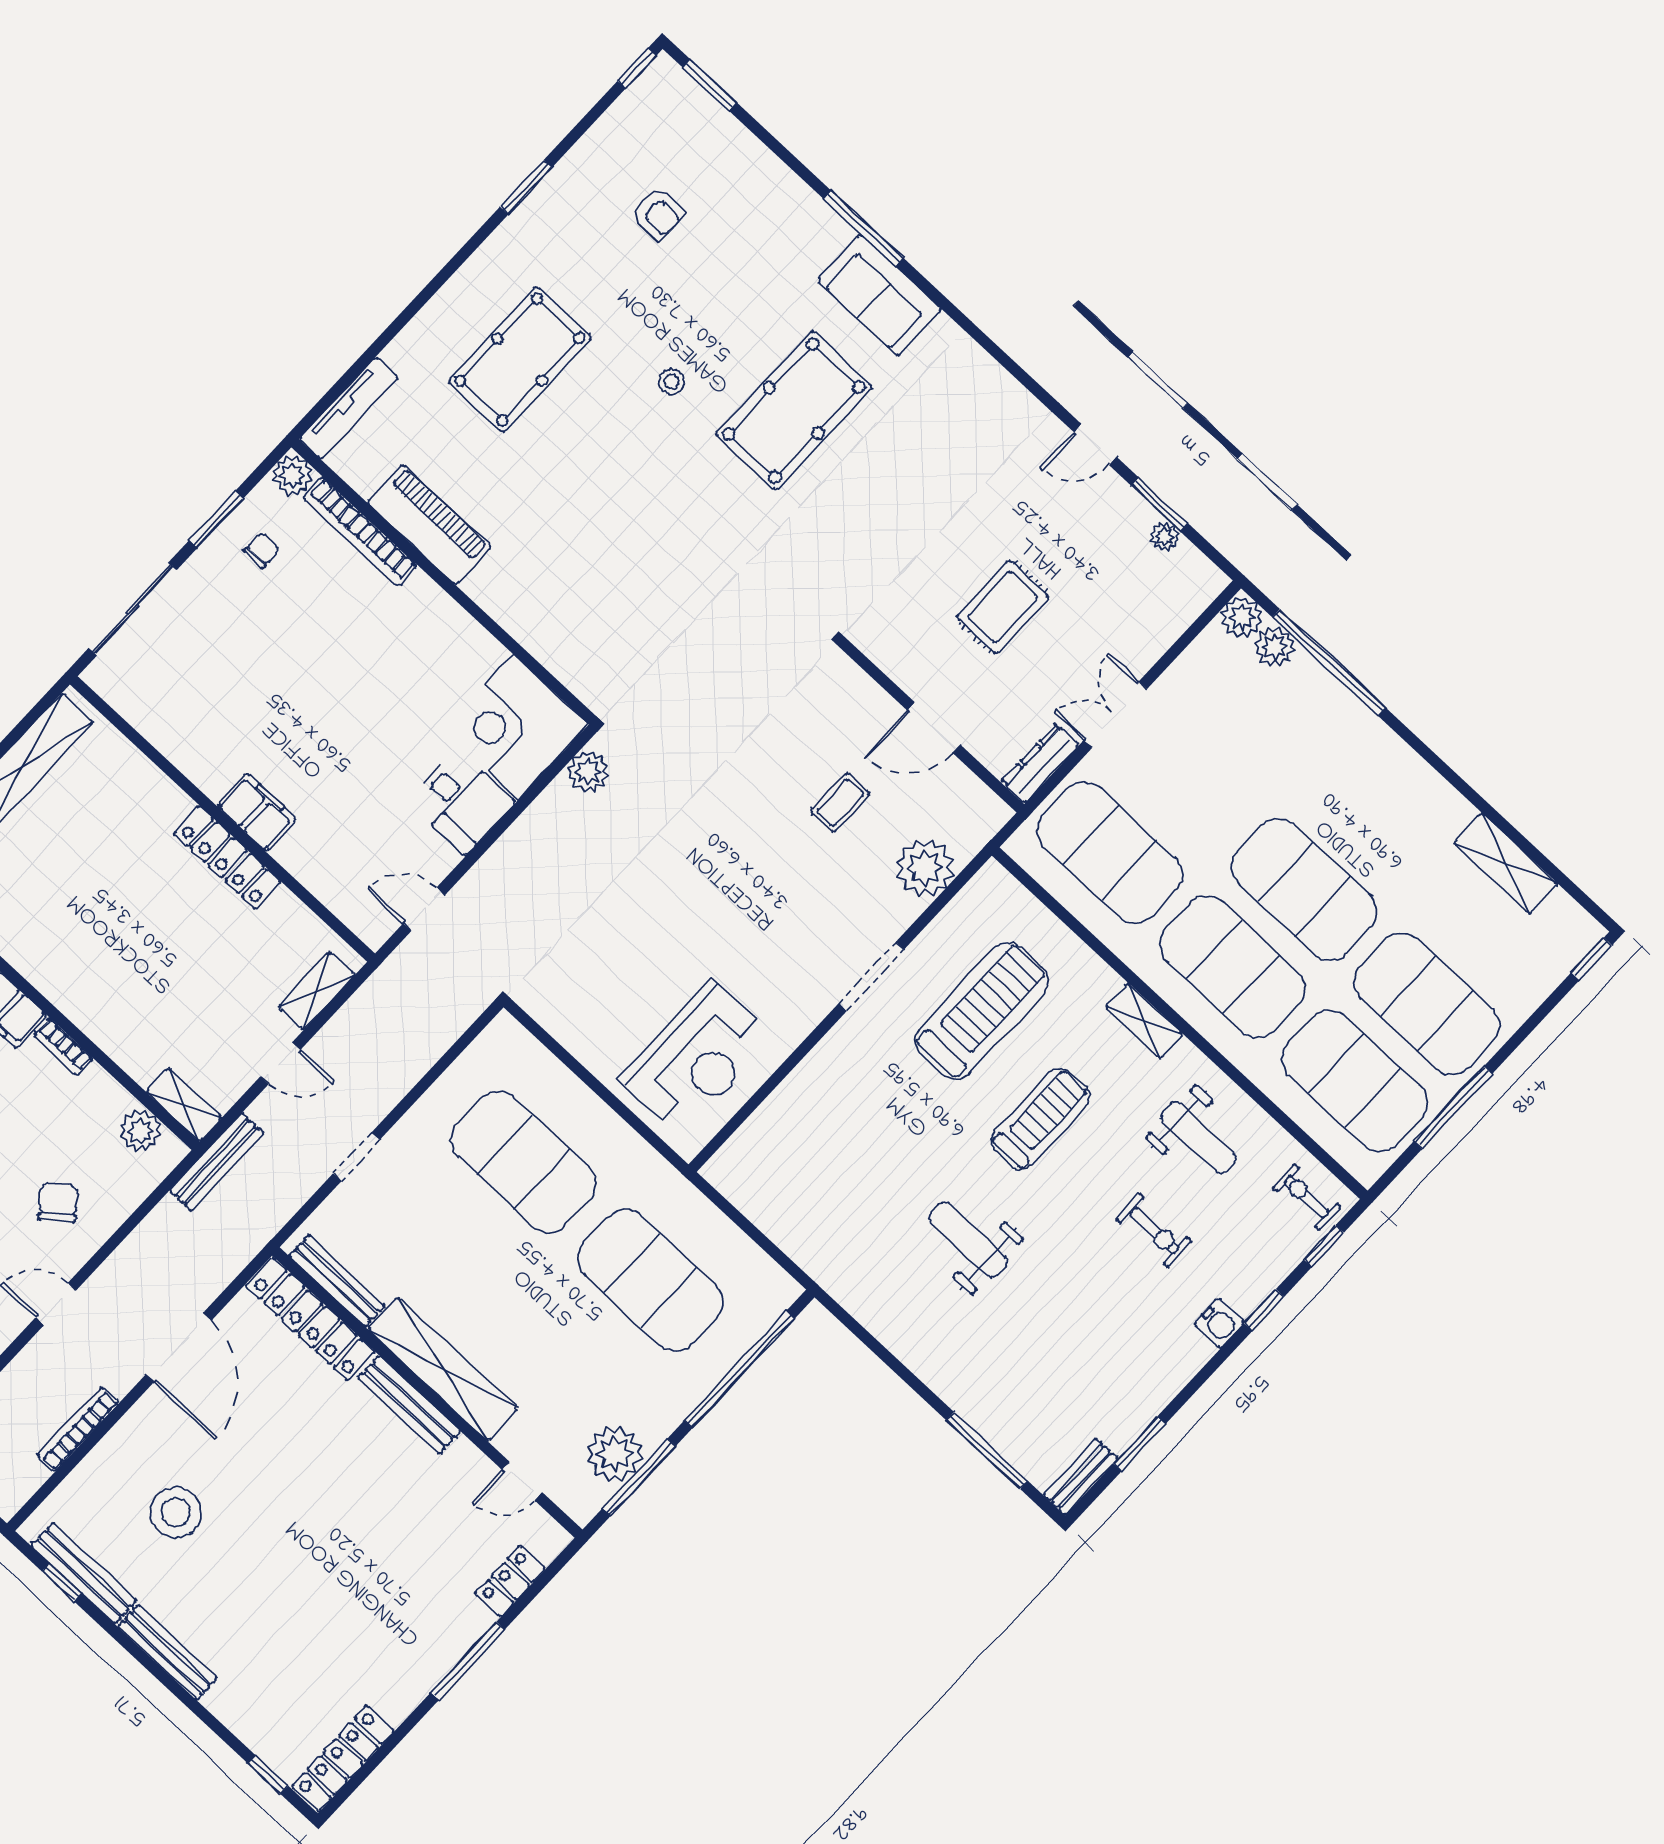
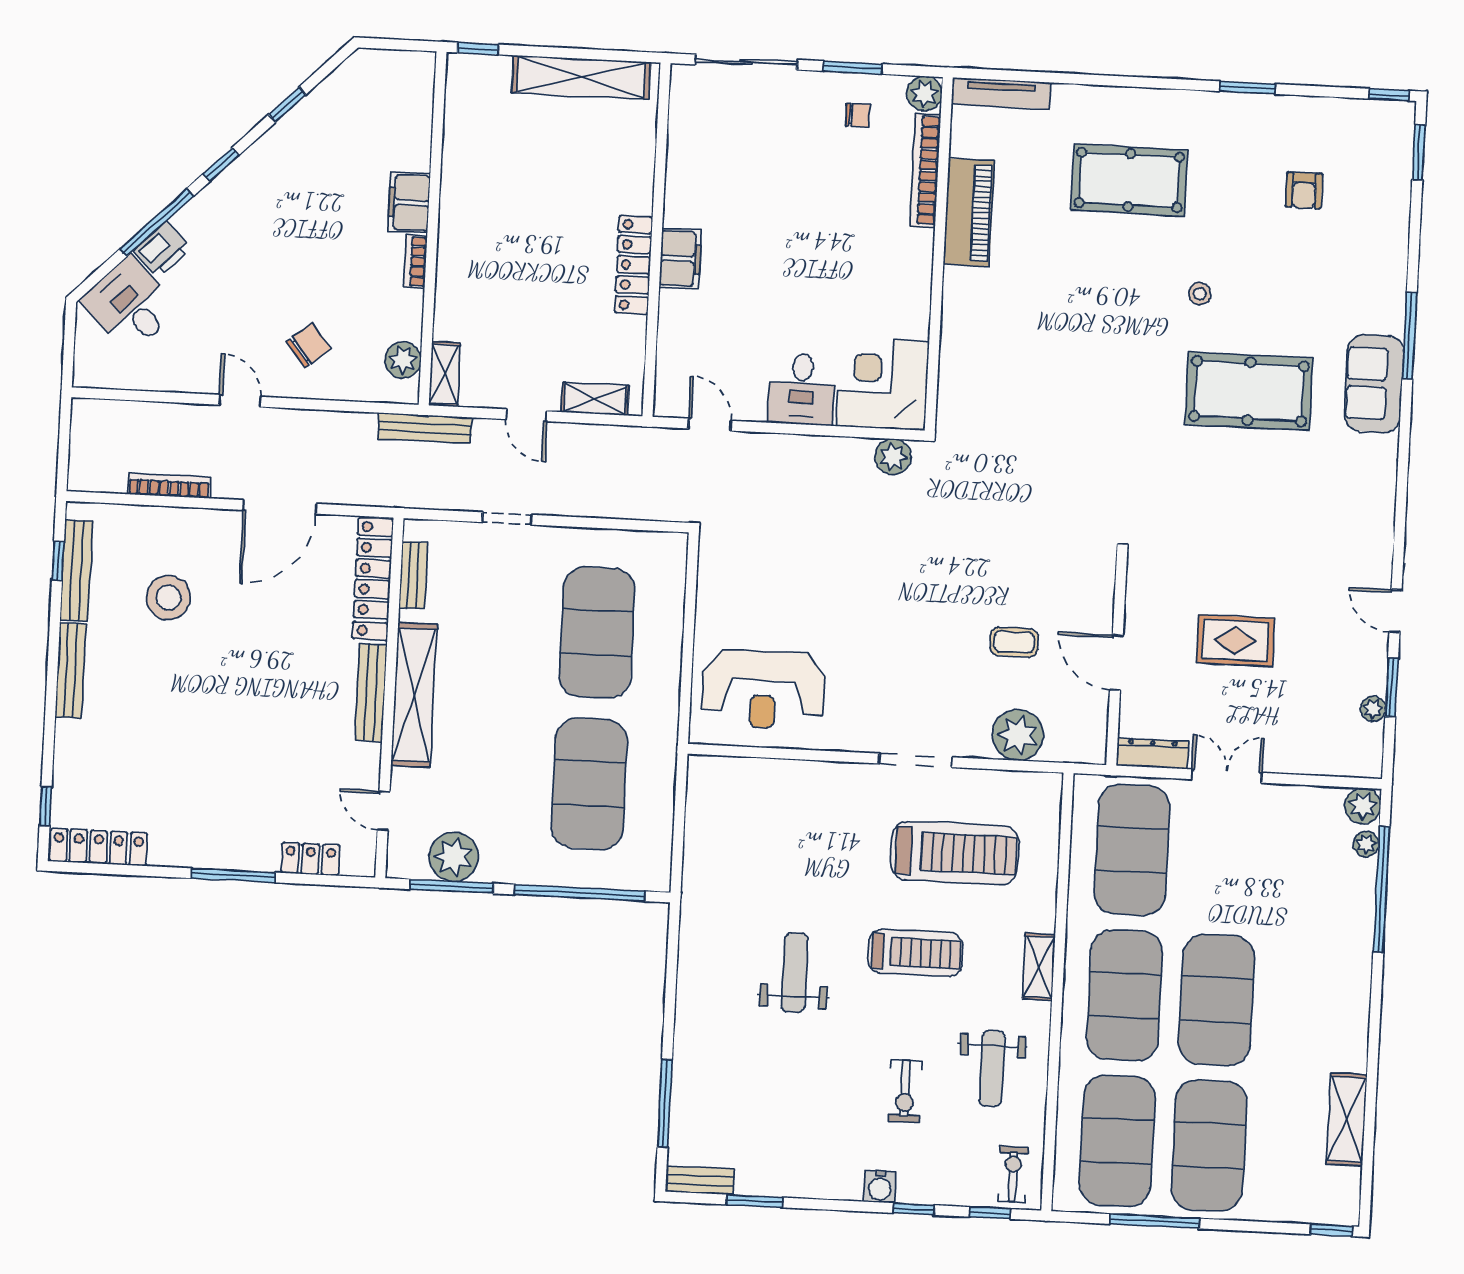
plant: (1274, 647) -> (1366, 844), width x0.73, depth x0.73
bench: (337, 1281) -> (413, 575), width x0.73

